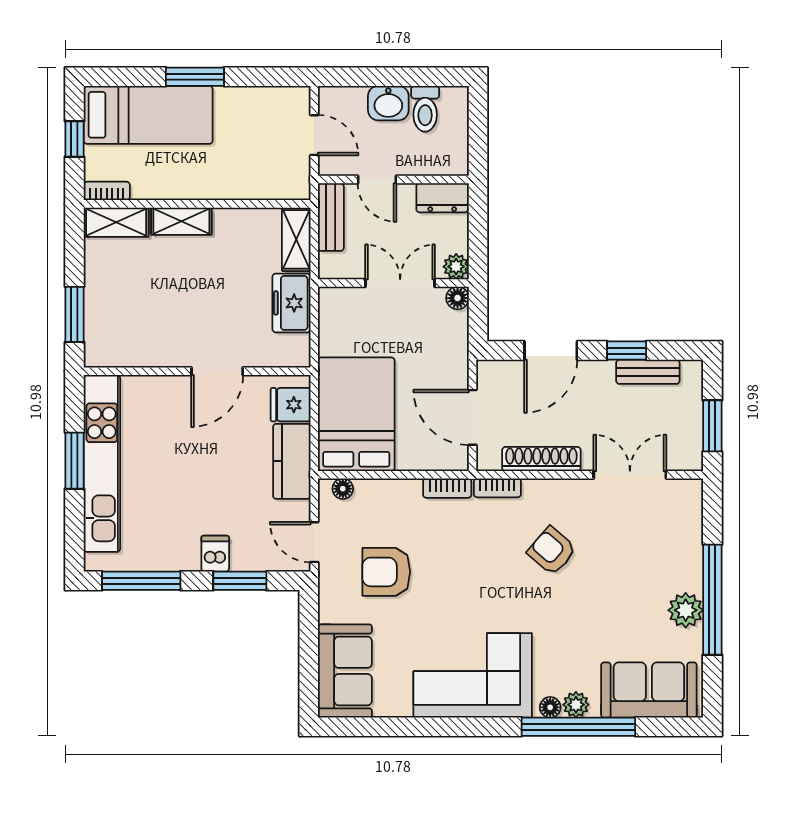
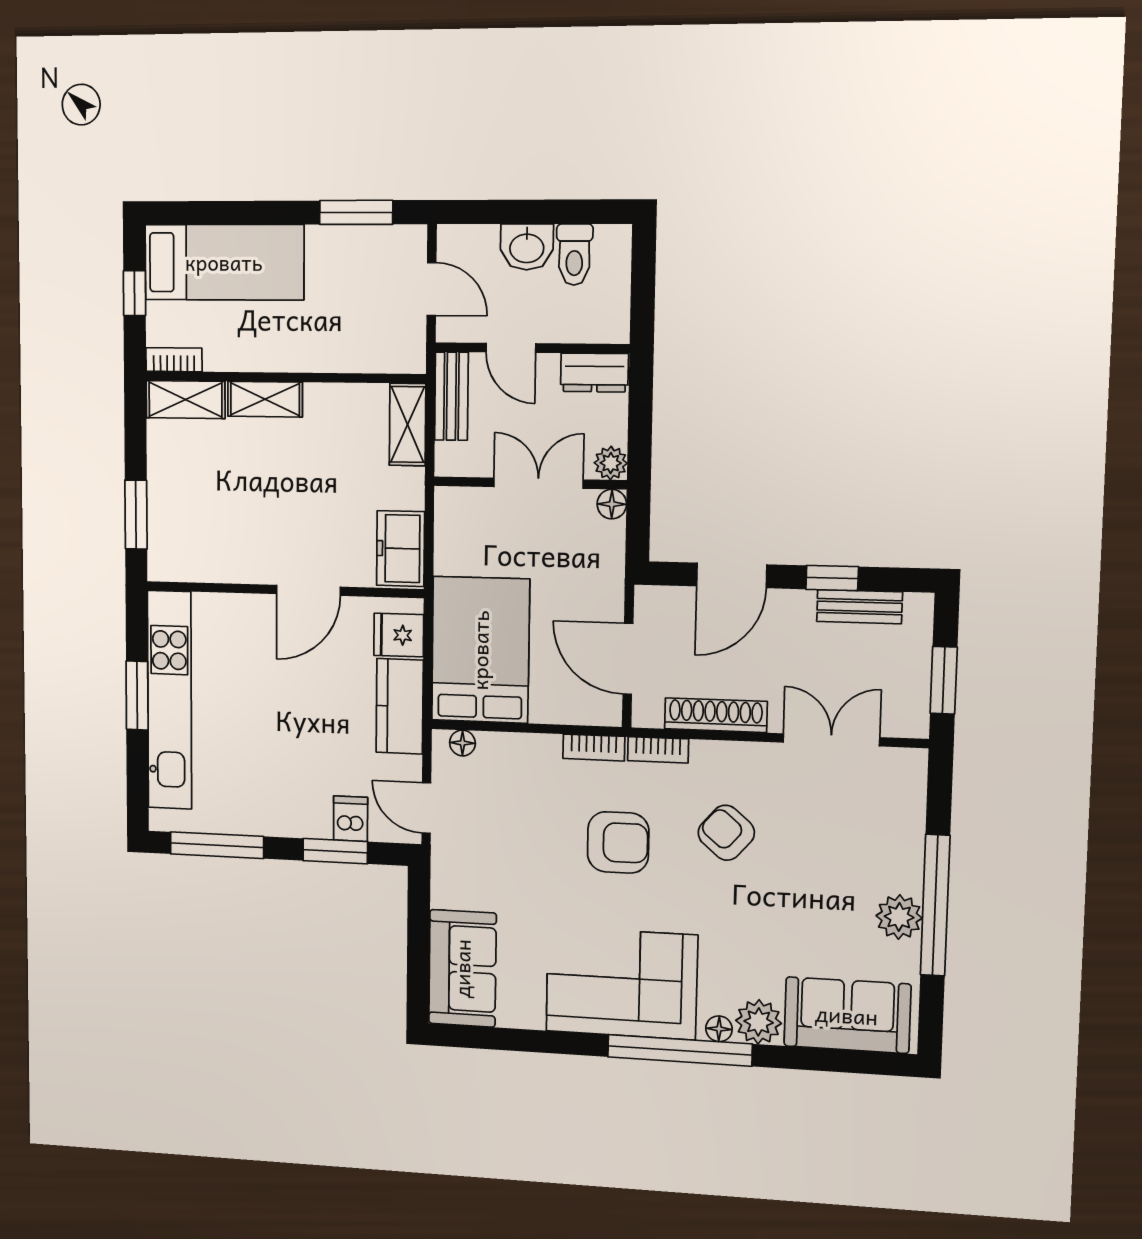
window: (195, 77) -> (356, 212), moved
freezer: (292, 303) -> (401, 549), moved
dishwasher: (215, 554) -> (351, 819), moved
armchair: (386, 572) -> (618, 842), moved, turned 180
plant: (576, 705) -> (759, 1022), width x1.38, depth x1.38
window: (578, 727) -> (680, 1050), moved

